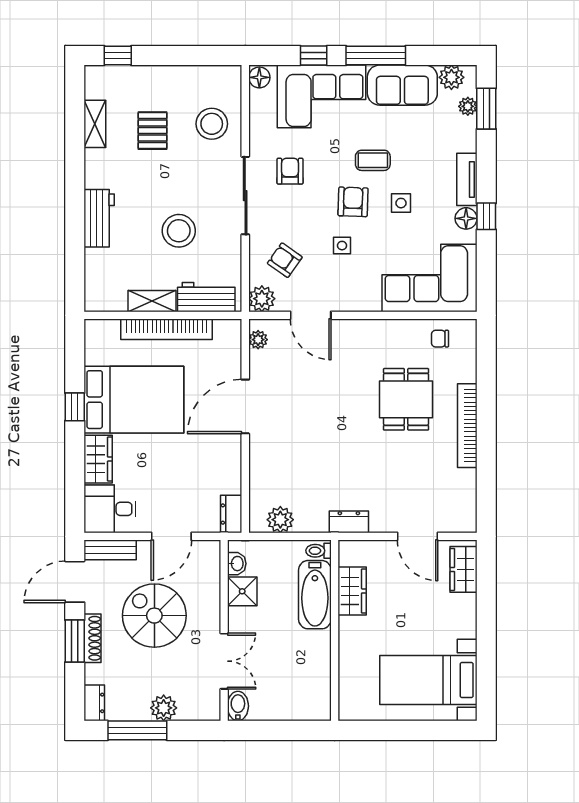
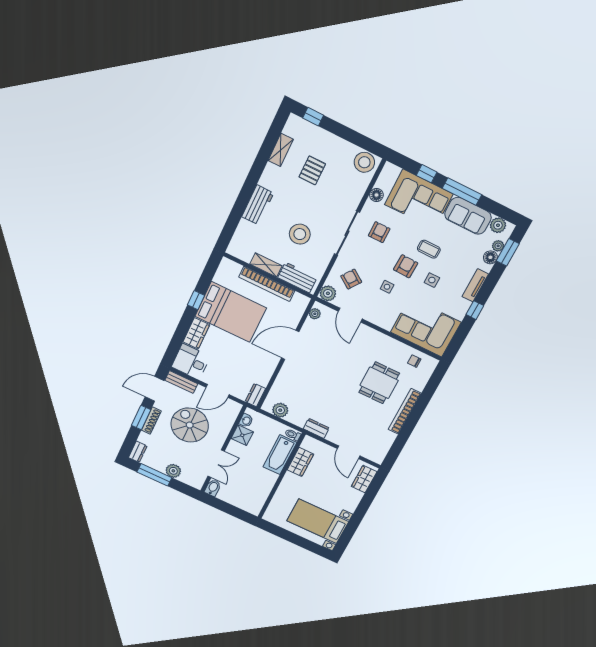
floor lamp: (259, 77) -> (376, 195), moved
stool: (212, 124) -> (364, 162), moved
floor lamp: (466, 218) -> (490, 257), moved

